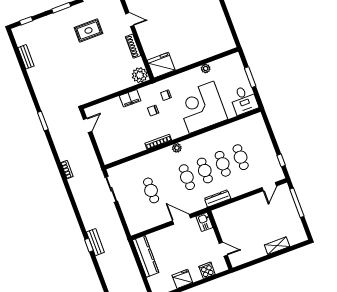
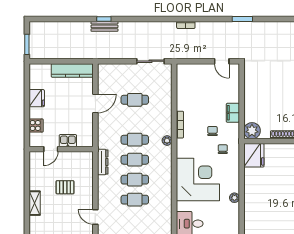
door: (181, 219) -> (95, 104), moved
kitchen sink: (204, 222) -> (68, 141), moved
pallet: (253, 224) -> (65, 187), added

